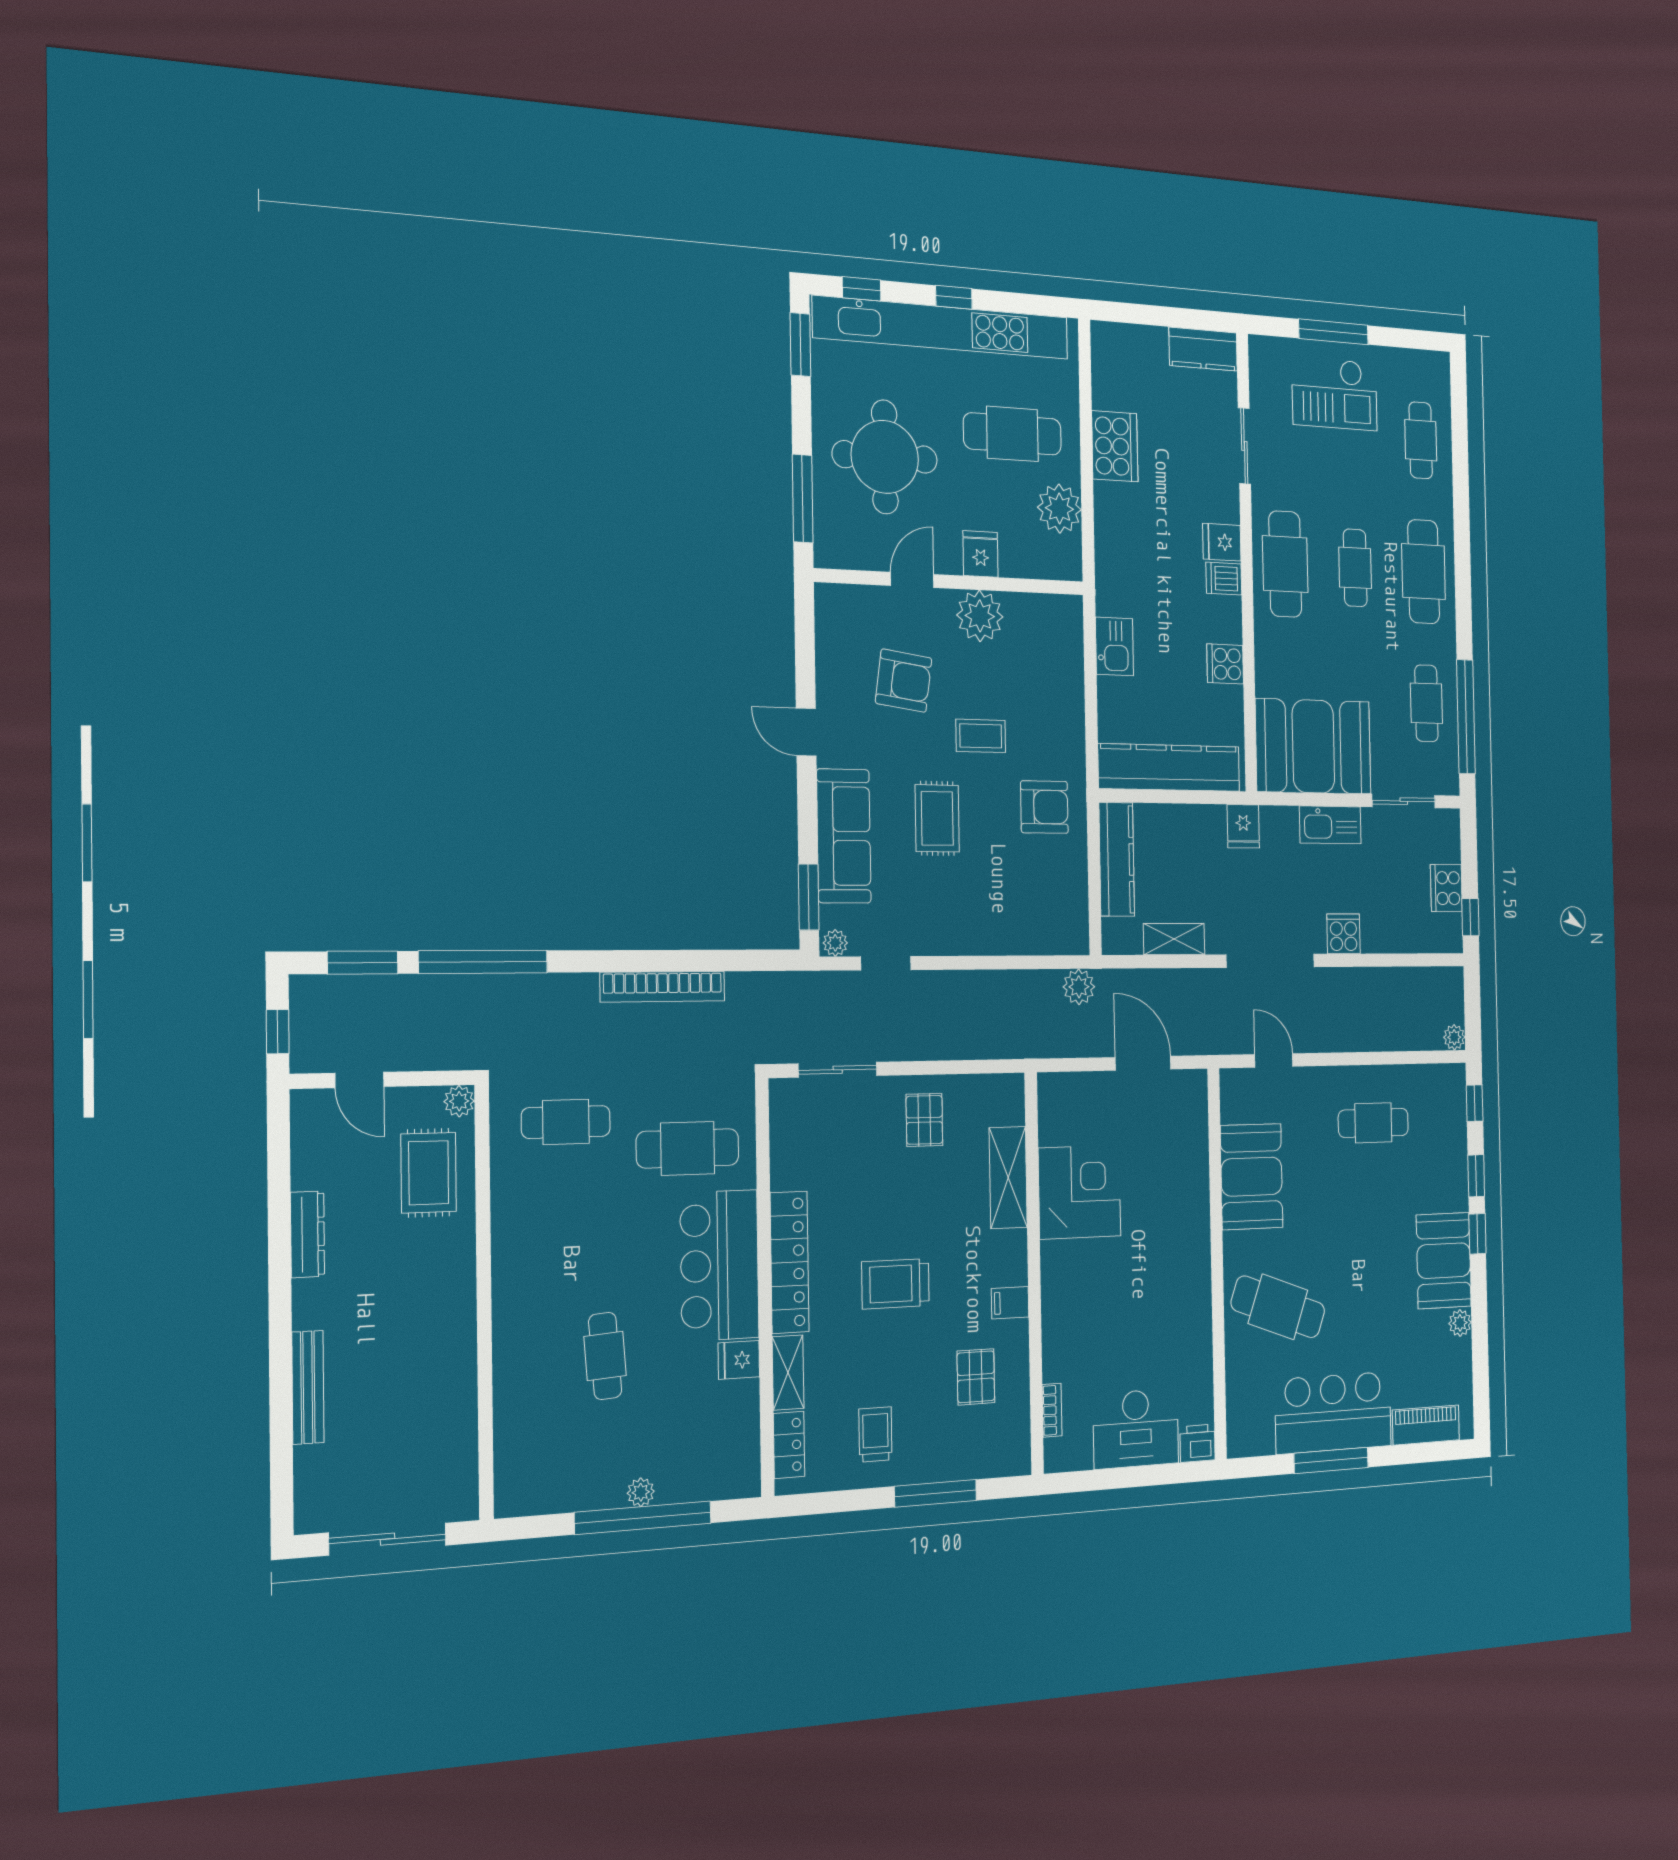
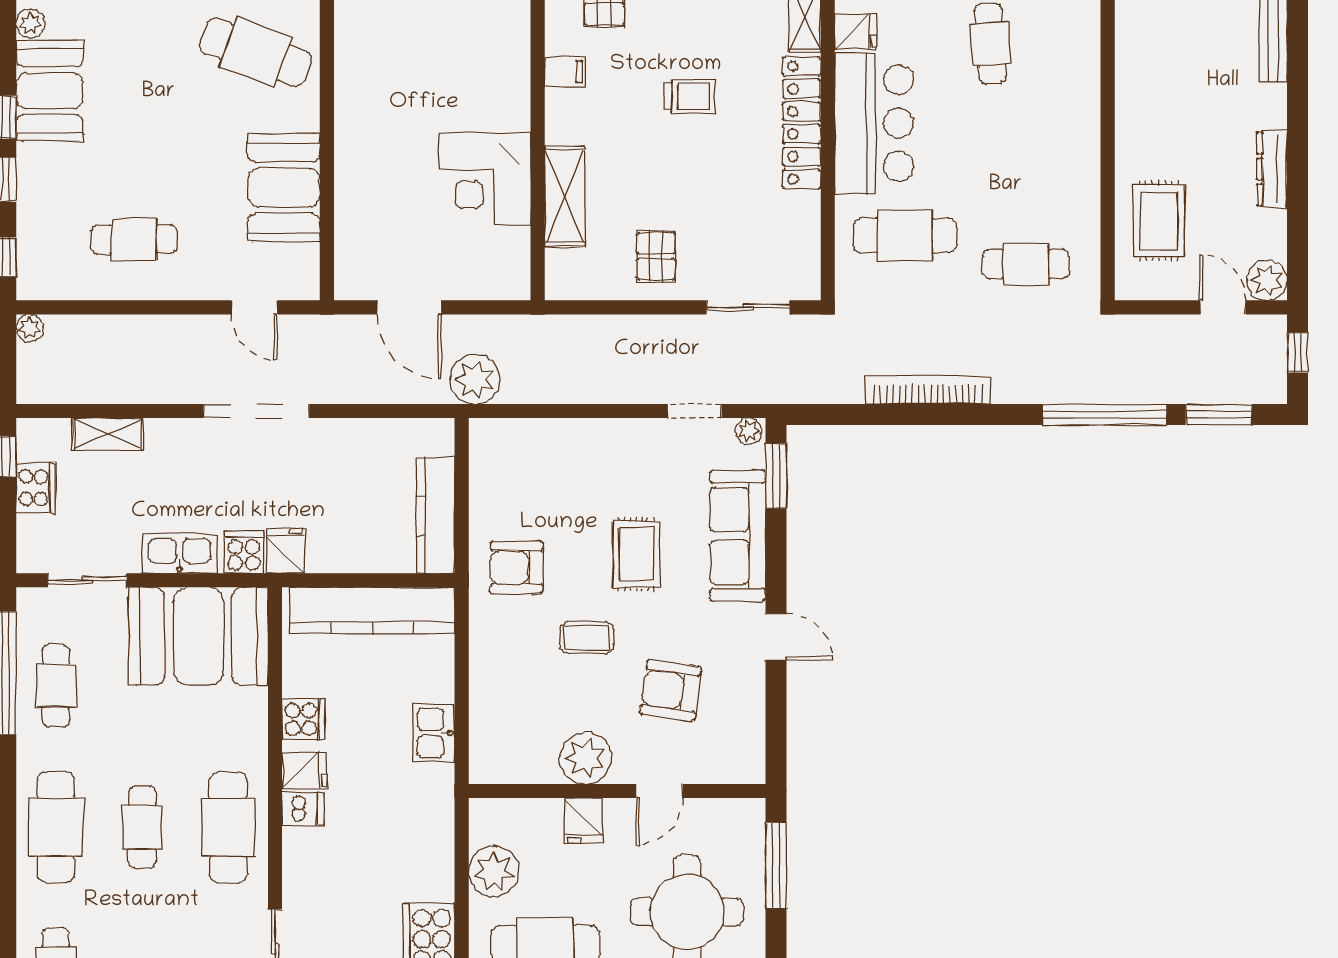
fridge: (1222, 542) -> (304, 771), moved
cooker: (1344, 934) -> (244, 552), moved, turned 180
shelving: (1174, 939) -> (108, 434), moved
plant: (1079, 987) -> (475, 379), width x1.36, depth x1.36
plant: (459, 1101) -> (1267, 280), moved, width x1.38, depth x1.38
trolley: (896, 1284) -> (690, 97), width x0.73, depth x0.72

